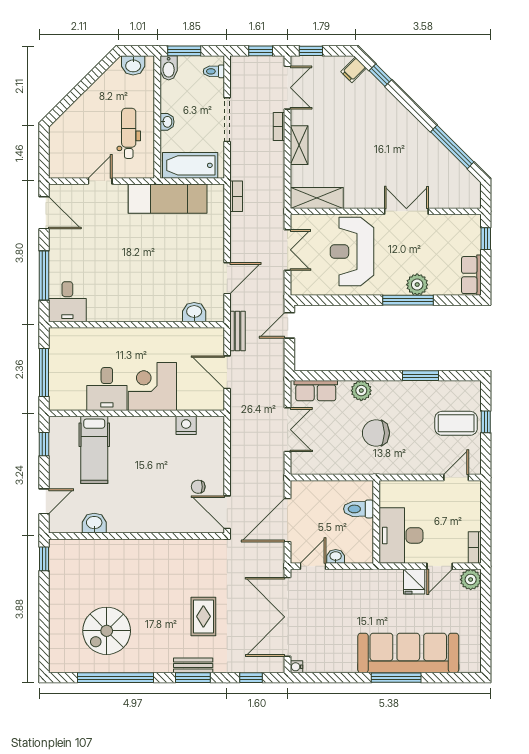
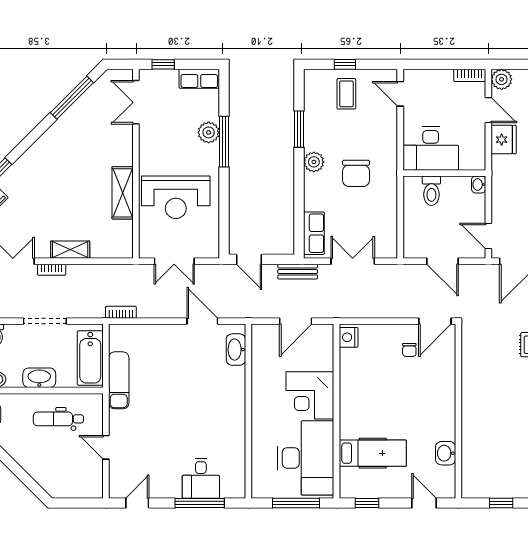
washbasin: (167, 122) -> (39, 378), width x1.91, depth x1.45
shelving: (317, 198) -> (123, 193), moved
exam couch: (168, 199) -> (119, 380), width x0.73, depth x0.69
double door: (406, 211) -> (136, 102), moved
door: (44, 213) -> (137, 503), width x0.73
double door: (288, 250) -> (174, 261), swing flipped
desk: (67, 302) -> (201, 478), moved, turned 90
washbasin: (194, 312) -> (236, 350), width x1.38
bench: (238, 331) -> (298, 272), moved
desk: (107, 389) -> (306, 458), width x1.87, depth x1.30
plant: (361, 391) -> (314, 162), moved
coffee table: (456, 423) -> (346, 94), width x0.73, depth x0.77
nightstand: (186, 425) -> (349, 337), moved
door: (288, 520) -> (443, 261), width x0.73
desk: (401, 535) -> (431, 149), moved
washbasin: (336, 556) -> (479, 184), moved
window: (44, 559) -> (501, 503), moved
fridge: (414, 582) -> (504, 140), width x1.38

